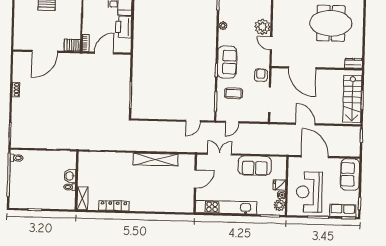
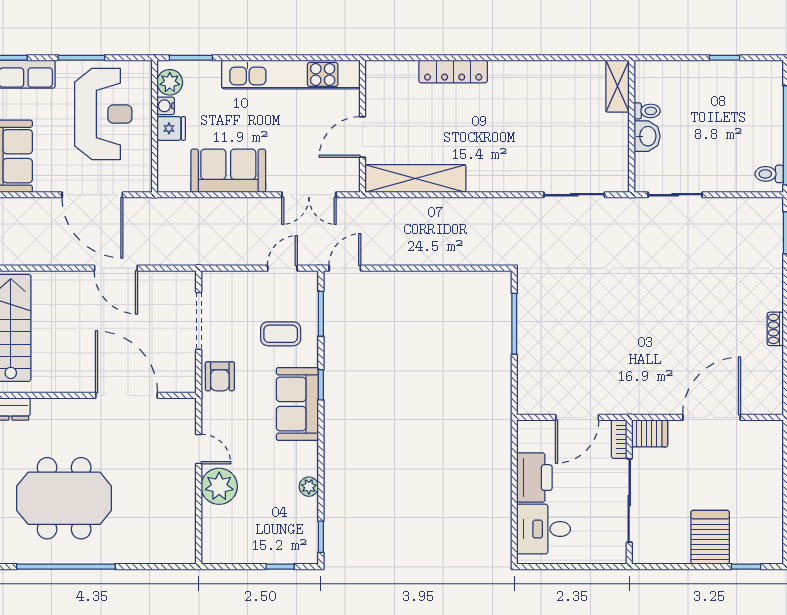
door: (193, 121) -> (345, 268), moved
shelving: (156, 160) -> (415, 179), moved
locker: (114, 206) -> (453, 71), moved

